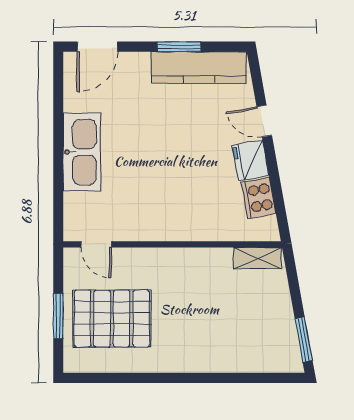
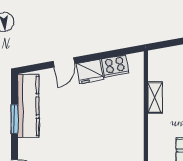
shelving: (258, 258) -> (155, 97), moved

